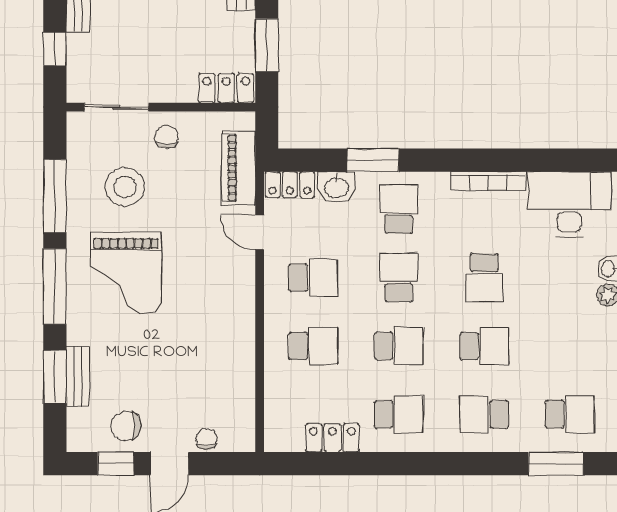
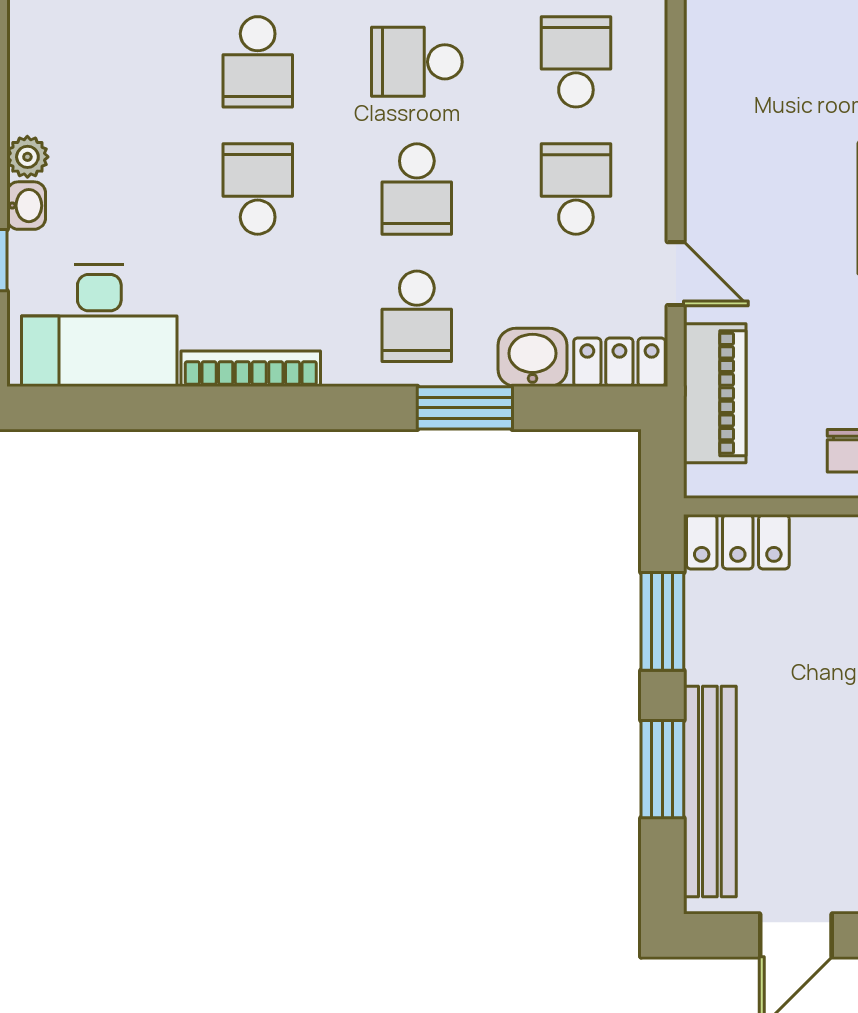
school desk: (313, 278) -> (576, 189), turned 90
school desk: (313, 346) -> (576, 62), turned 90
school desk: (484, 346) -> (258, 62), turned -90

